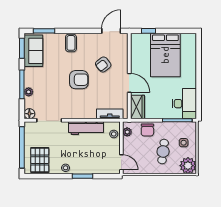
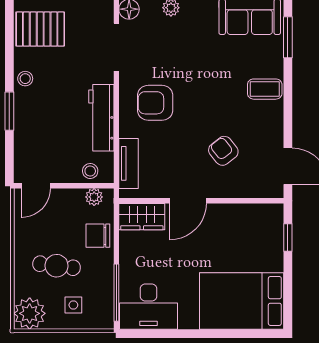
bed: (165, 55) -> (242, 301), moved
armchair: (79, 80) -> (155, 103), moved, turned 90

